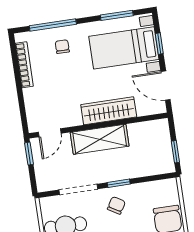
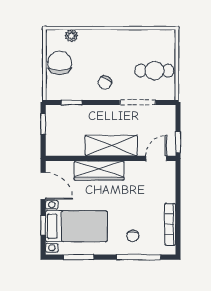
window: (119, 183) -> (71, 103), moved

